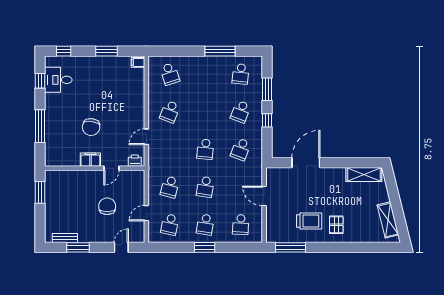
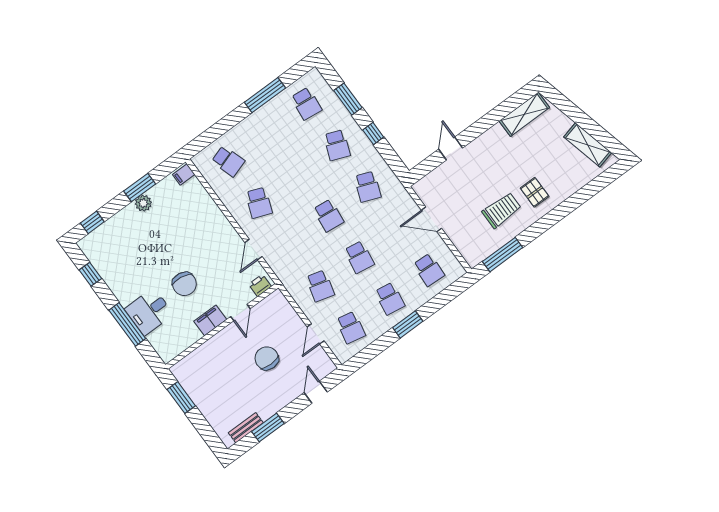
plant: (102, 62) -> (143, 203), added
desk: (58, 80) -> (149, 312), moved
door: (306, 163) -> (451, 149), width x0.53

